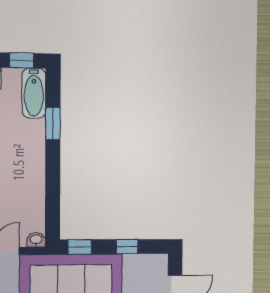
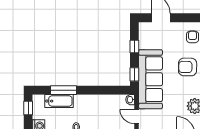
bathtub: (34, 93) -> (59, 101), moved
window: (53, 124) -> (63, 90), width x1.44

